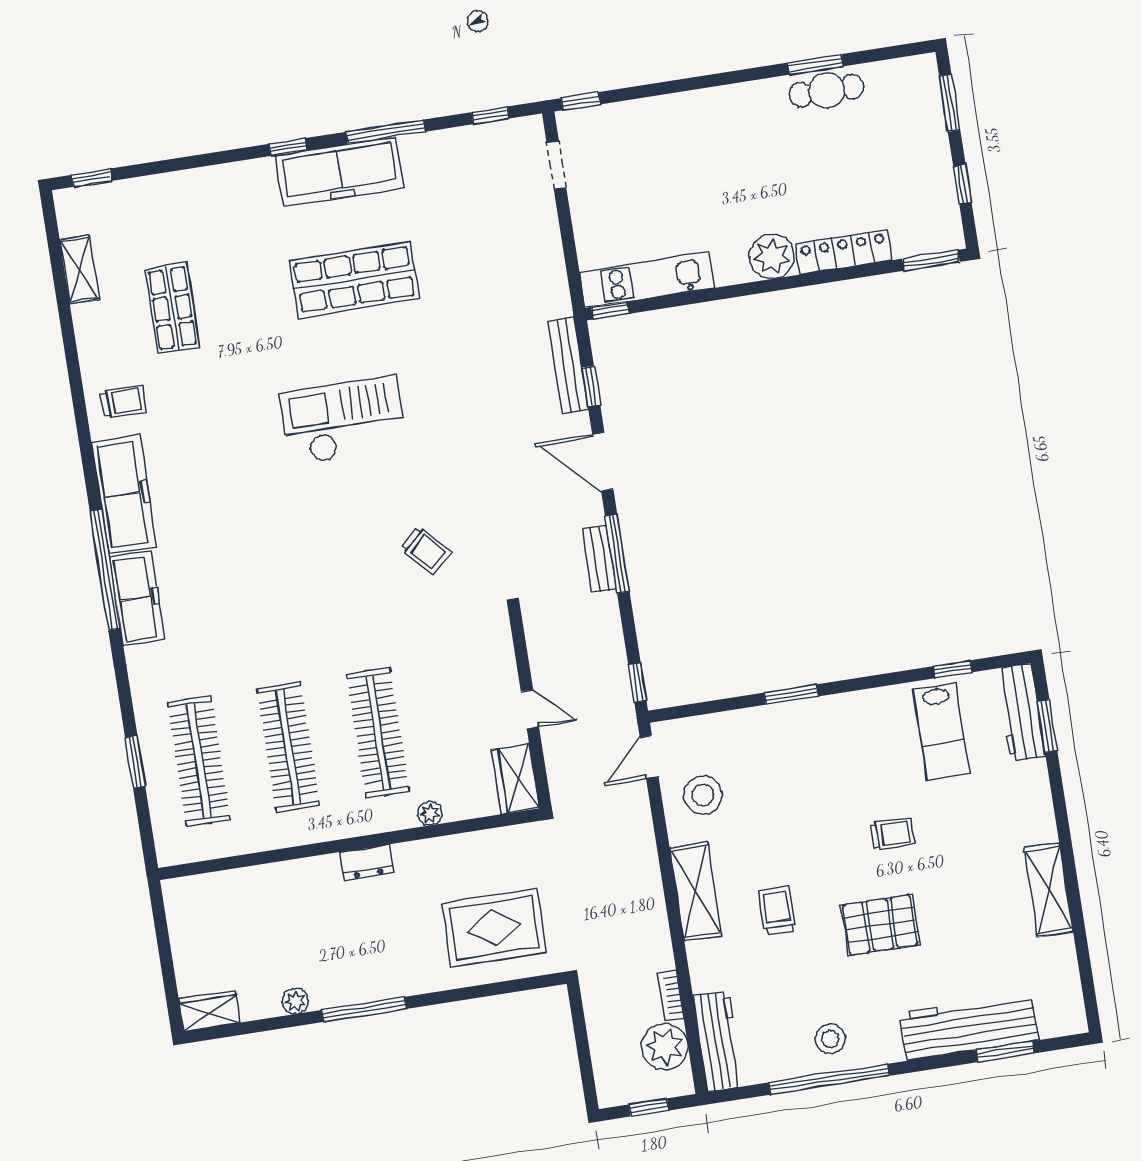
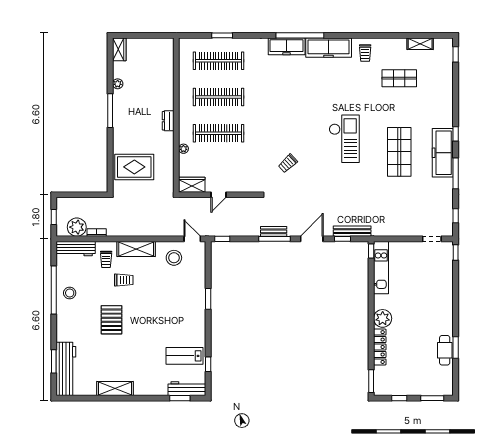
trolley: (892, 834) -> (106, 259), moved
rug: (494, 928) -> (134, 167), turned 90
workbench: (969, 1026) -> (66, 369), moved

